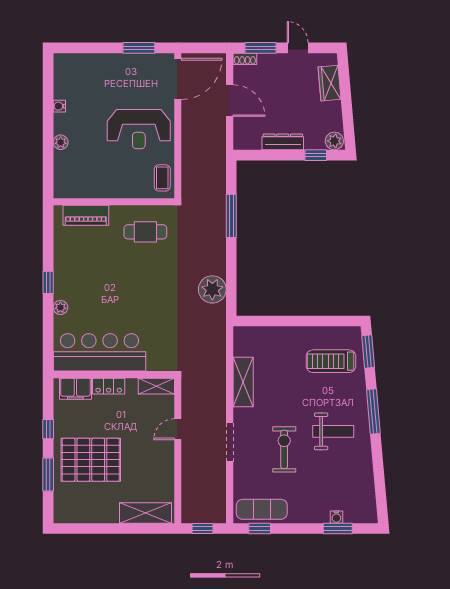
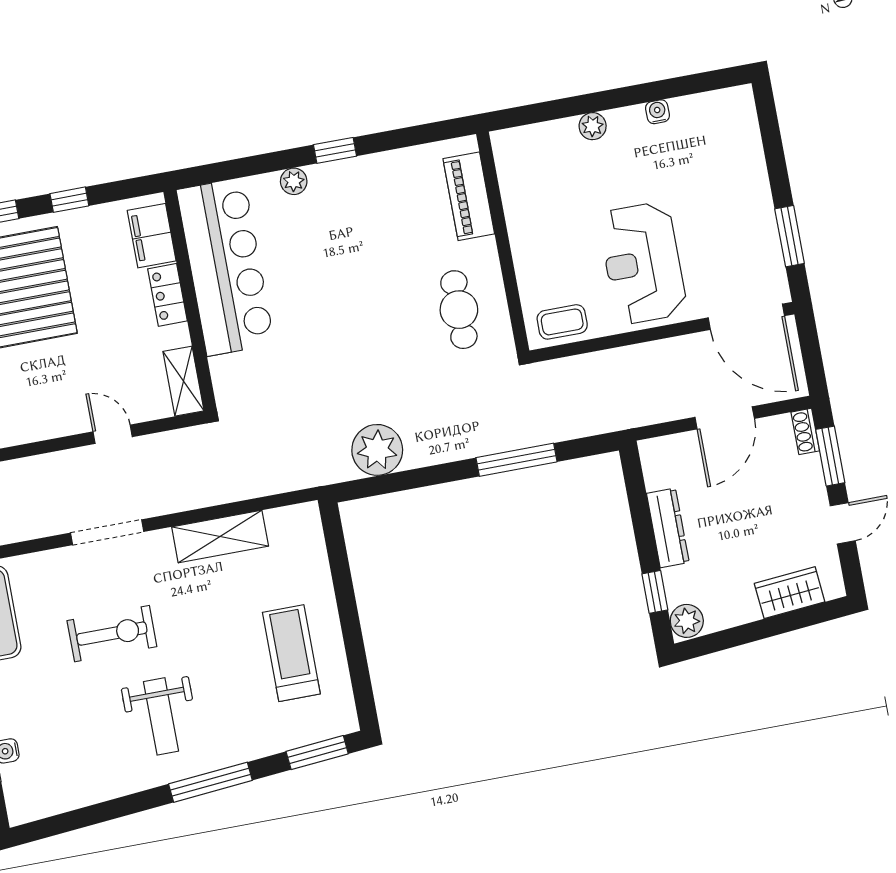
treadmill: (331, 361) -> (291, 653), moved

